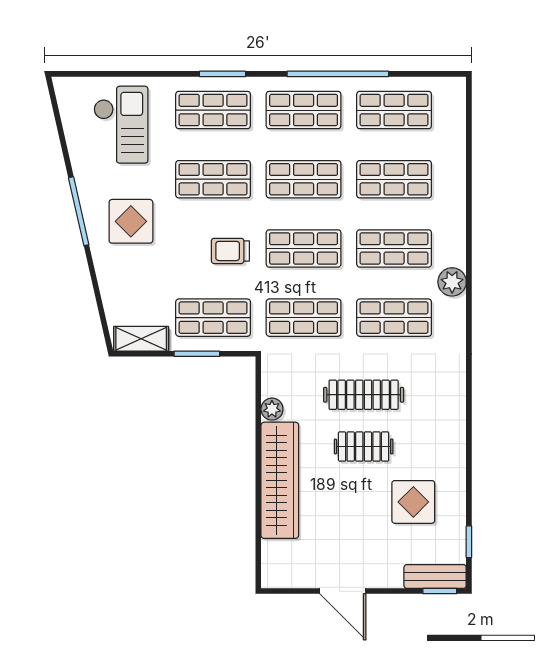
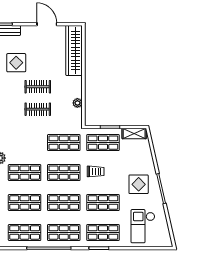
shop shelf: (394, 318) -> (25, 143), removed
clothes rail: (364, 395) -> (38, 109), width x0.73
wardrobe: (280, 480) -> (74, 50), moved

